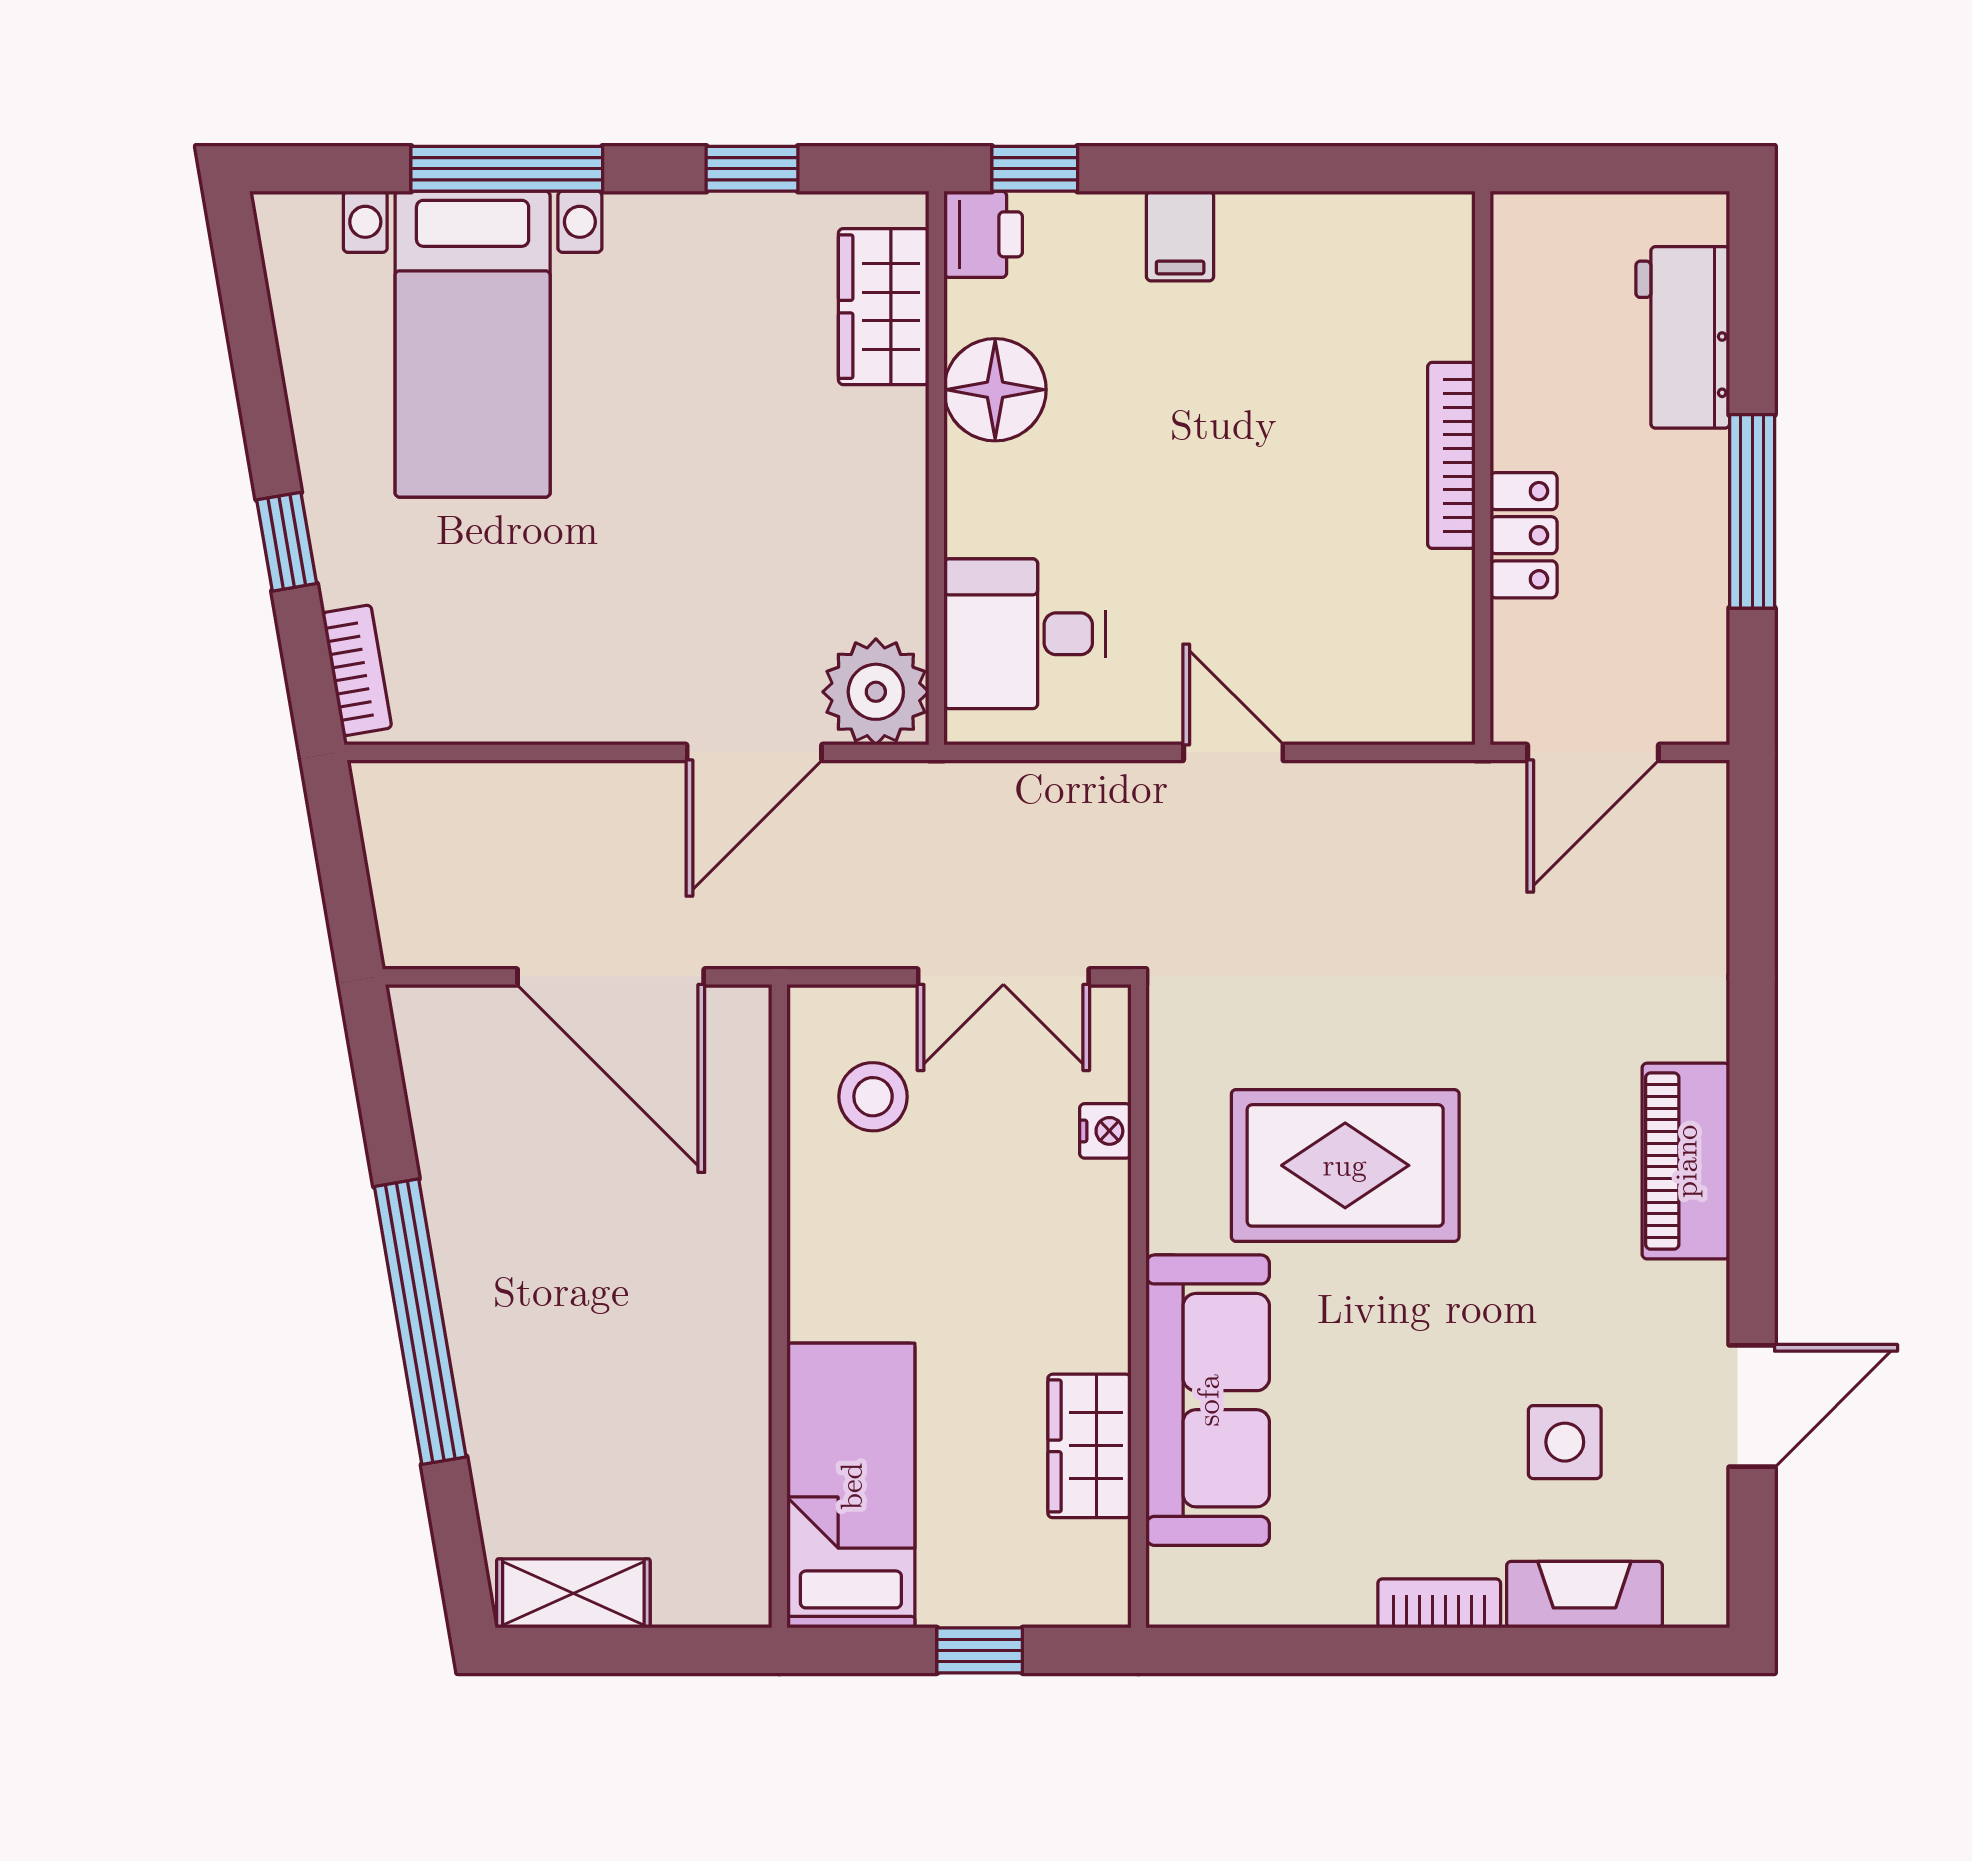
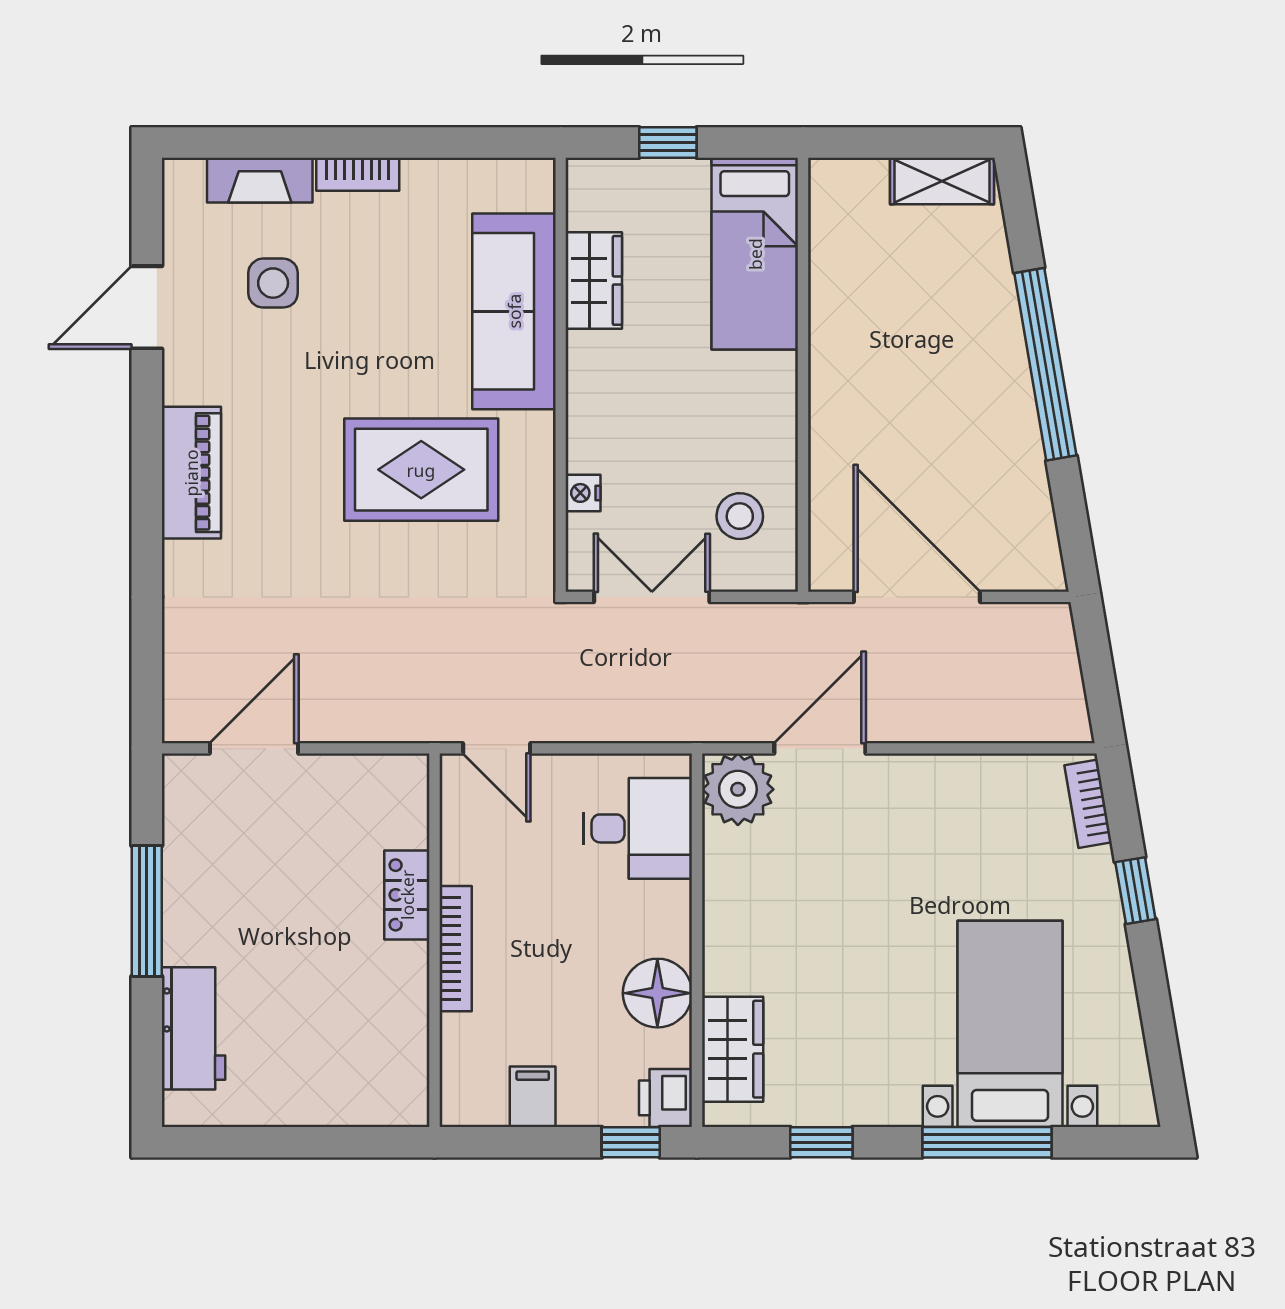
bookcase: (1451, 455) -> (456, 949), moved
wall: (1483, 468) -> (434, 940), moved
locker: (1524, 535) -> (407, 895), moved

